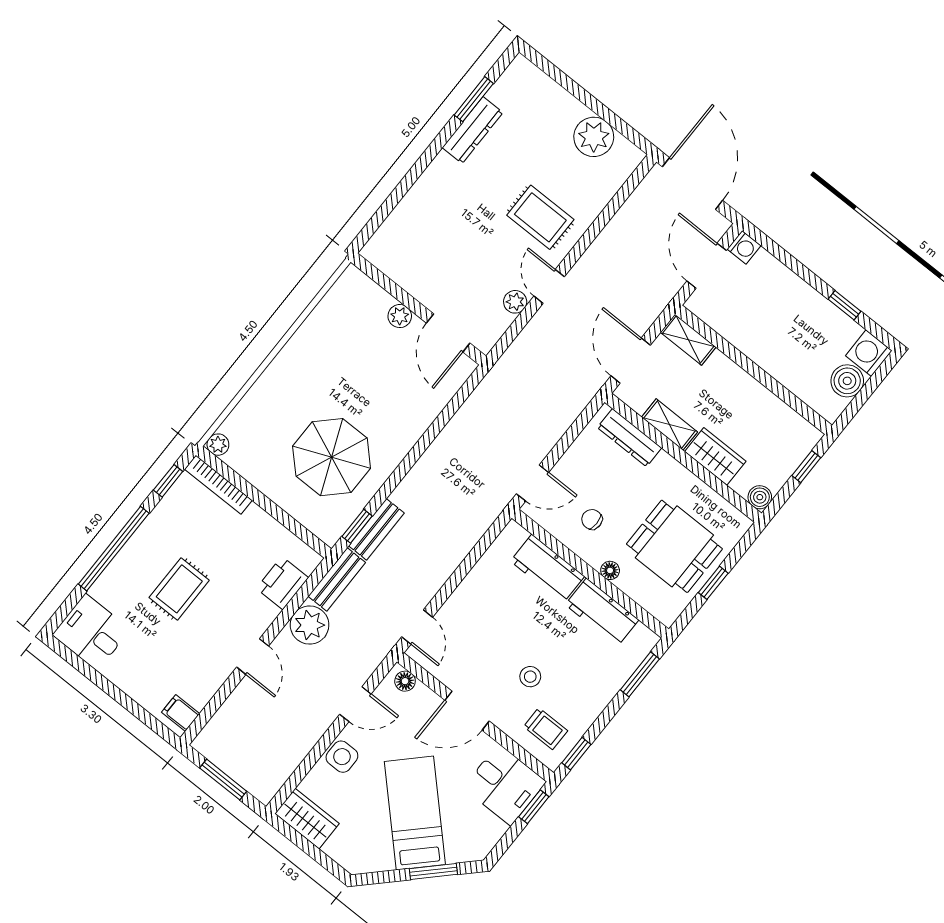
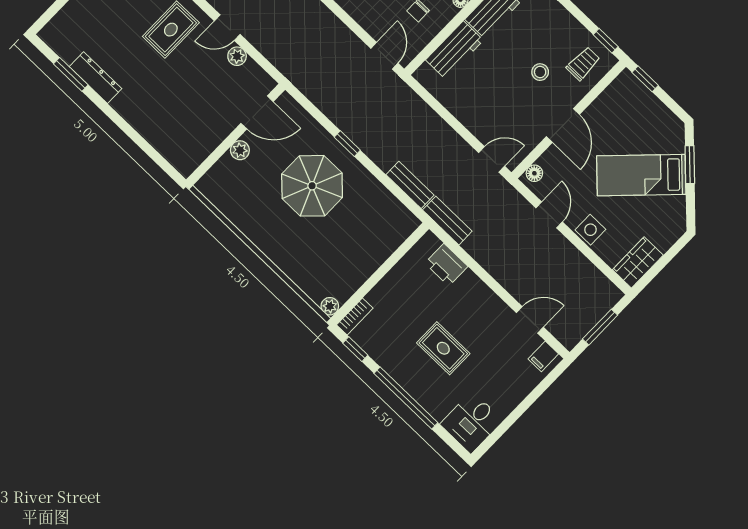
parasol: (332, 457) -> (312, 186), moved
bookcase: (218, 485) -> (355, 316), width x0.64
window: (357, 526) -> (347, 144), moved
plant: (310, 625) -> (482, 246), removed
door: (253, 657) -> (530, 320), moved
desk: (505, 785) -> (625, 101), removed

